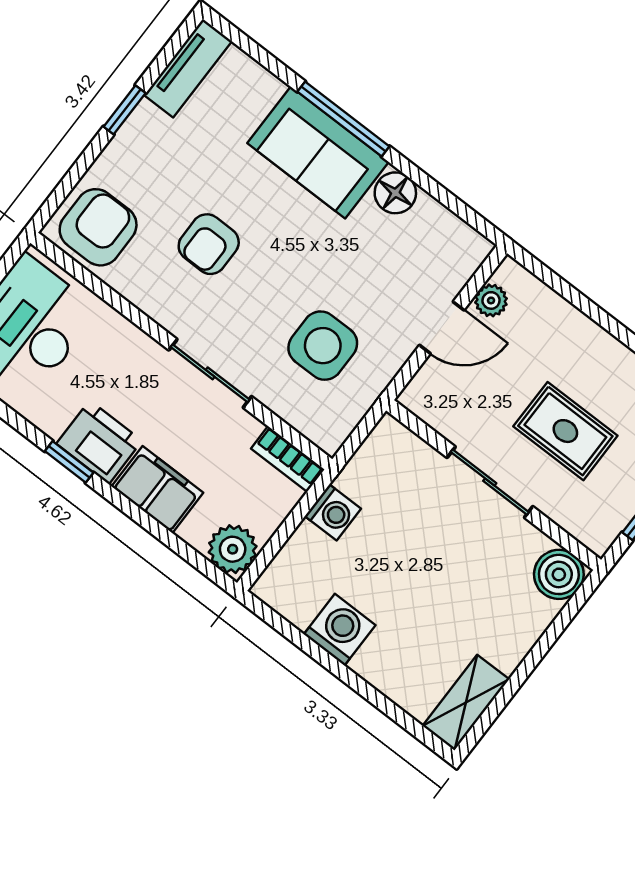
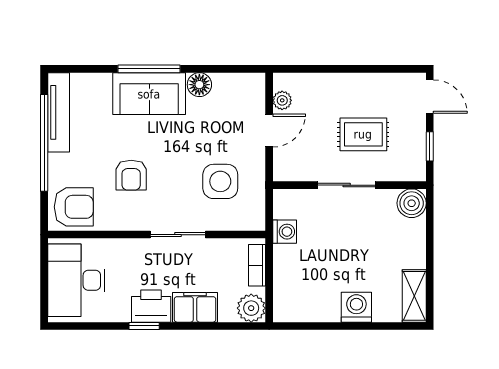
tv unit: (188, 68) -> (59, 112), width x1.41
window: (125, 110) -> (44, 143), width x3.17
armchair: (98, 227) -> (74, 207), turned 90
bookcase: (288, 459) -> (257, 265), moved, turned 90
washing machine: (333, 512) -> (285, 232), moved
washing machine: (340, 630) -> (356, 307), moved

